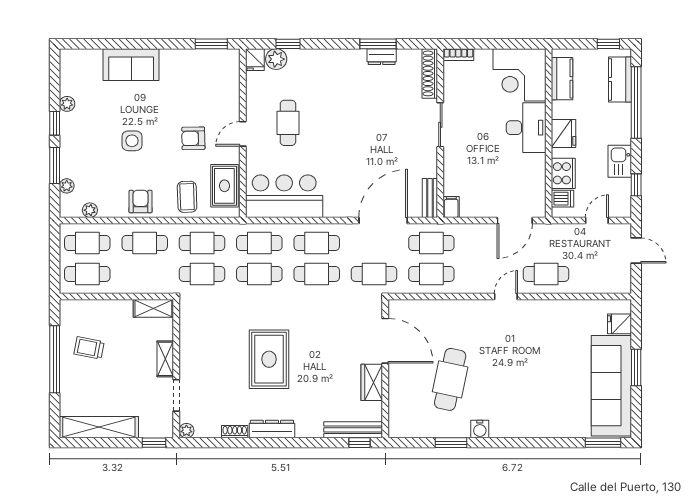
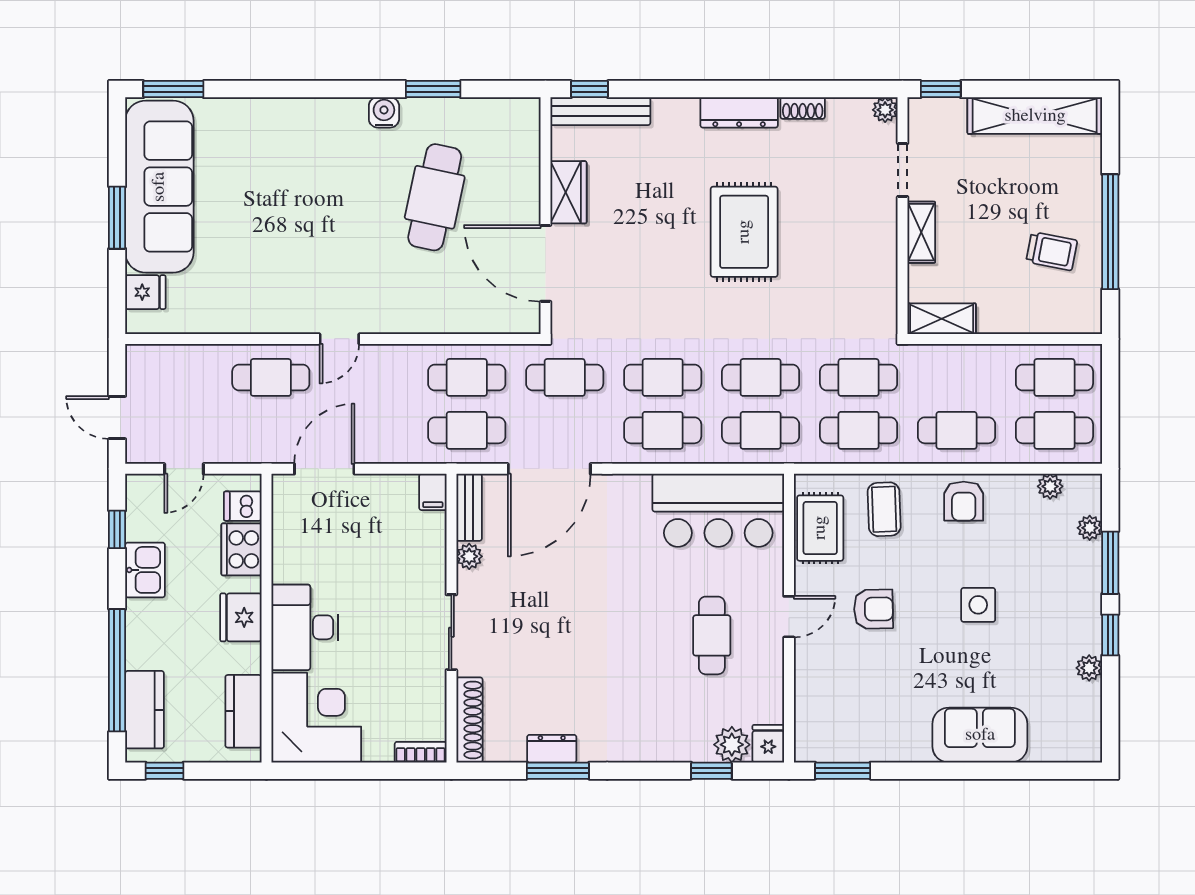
plant: (430, 169) -> (469, 556), added

